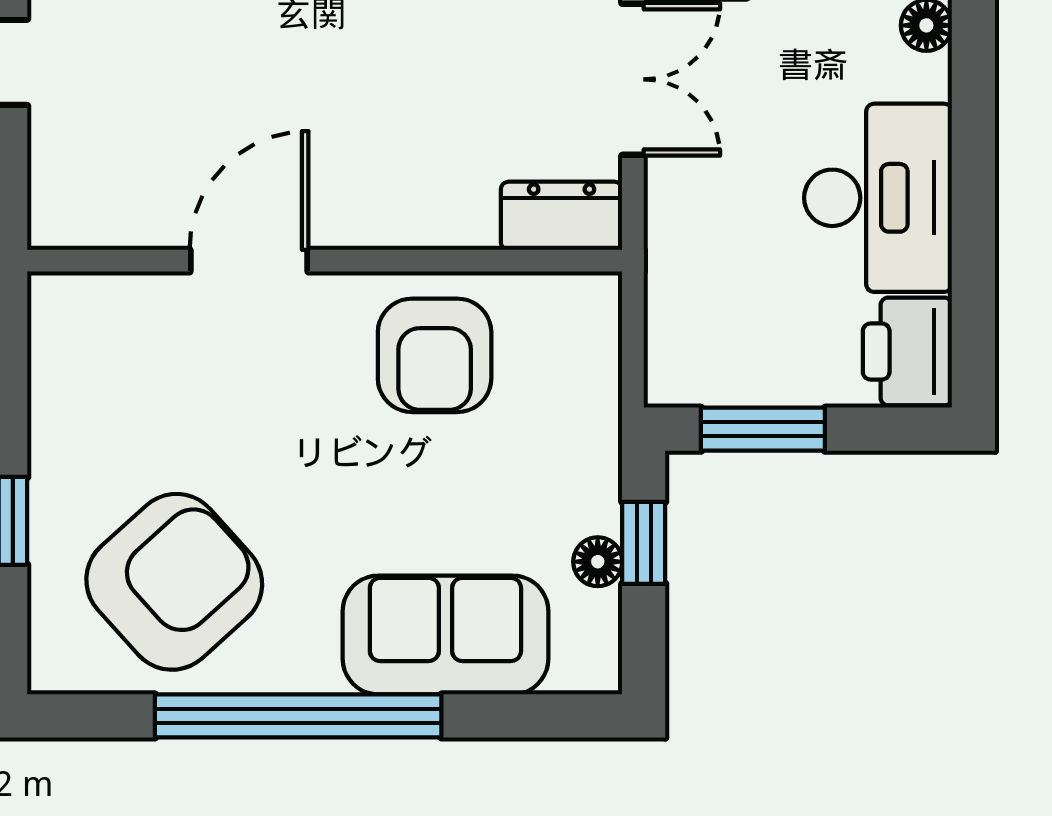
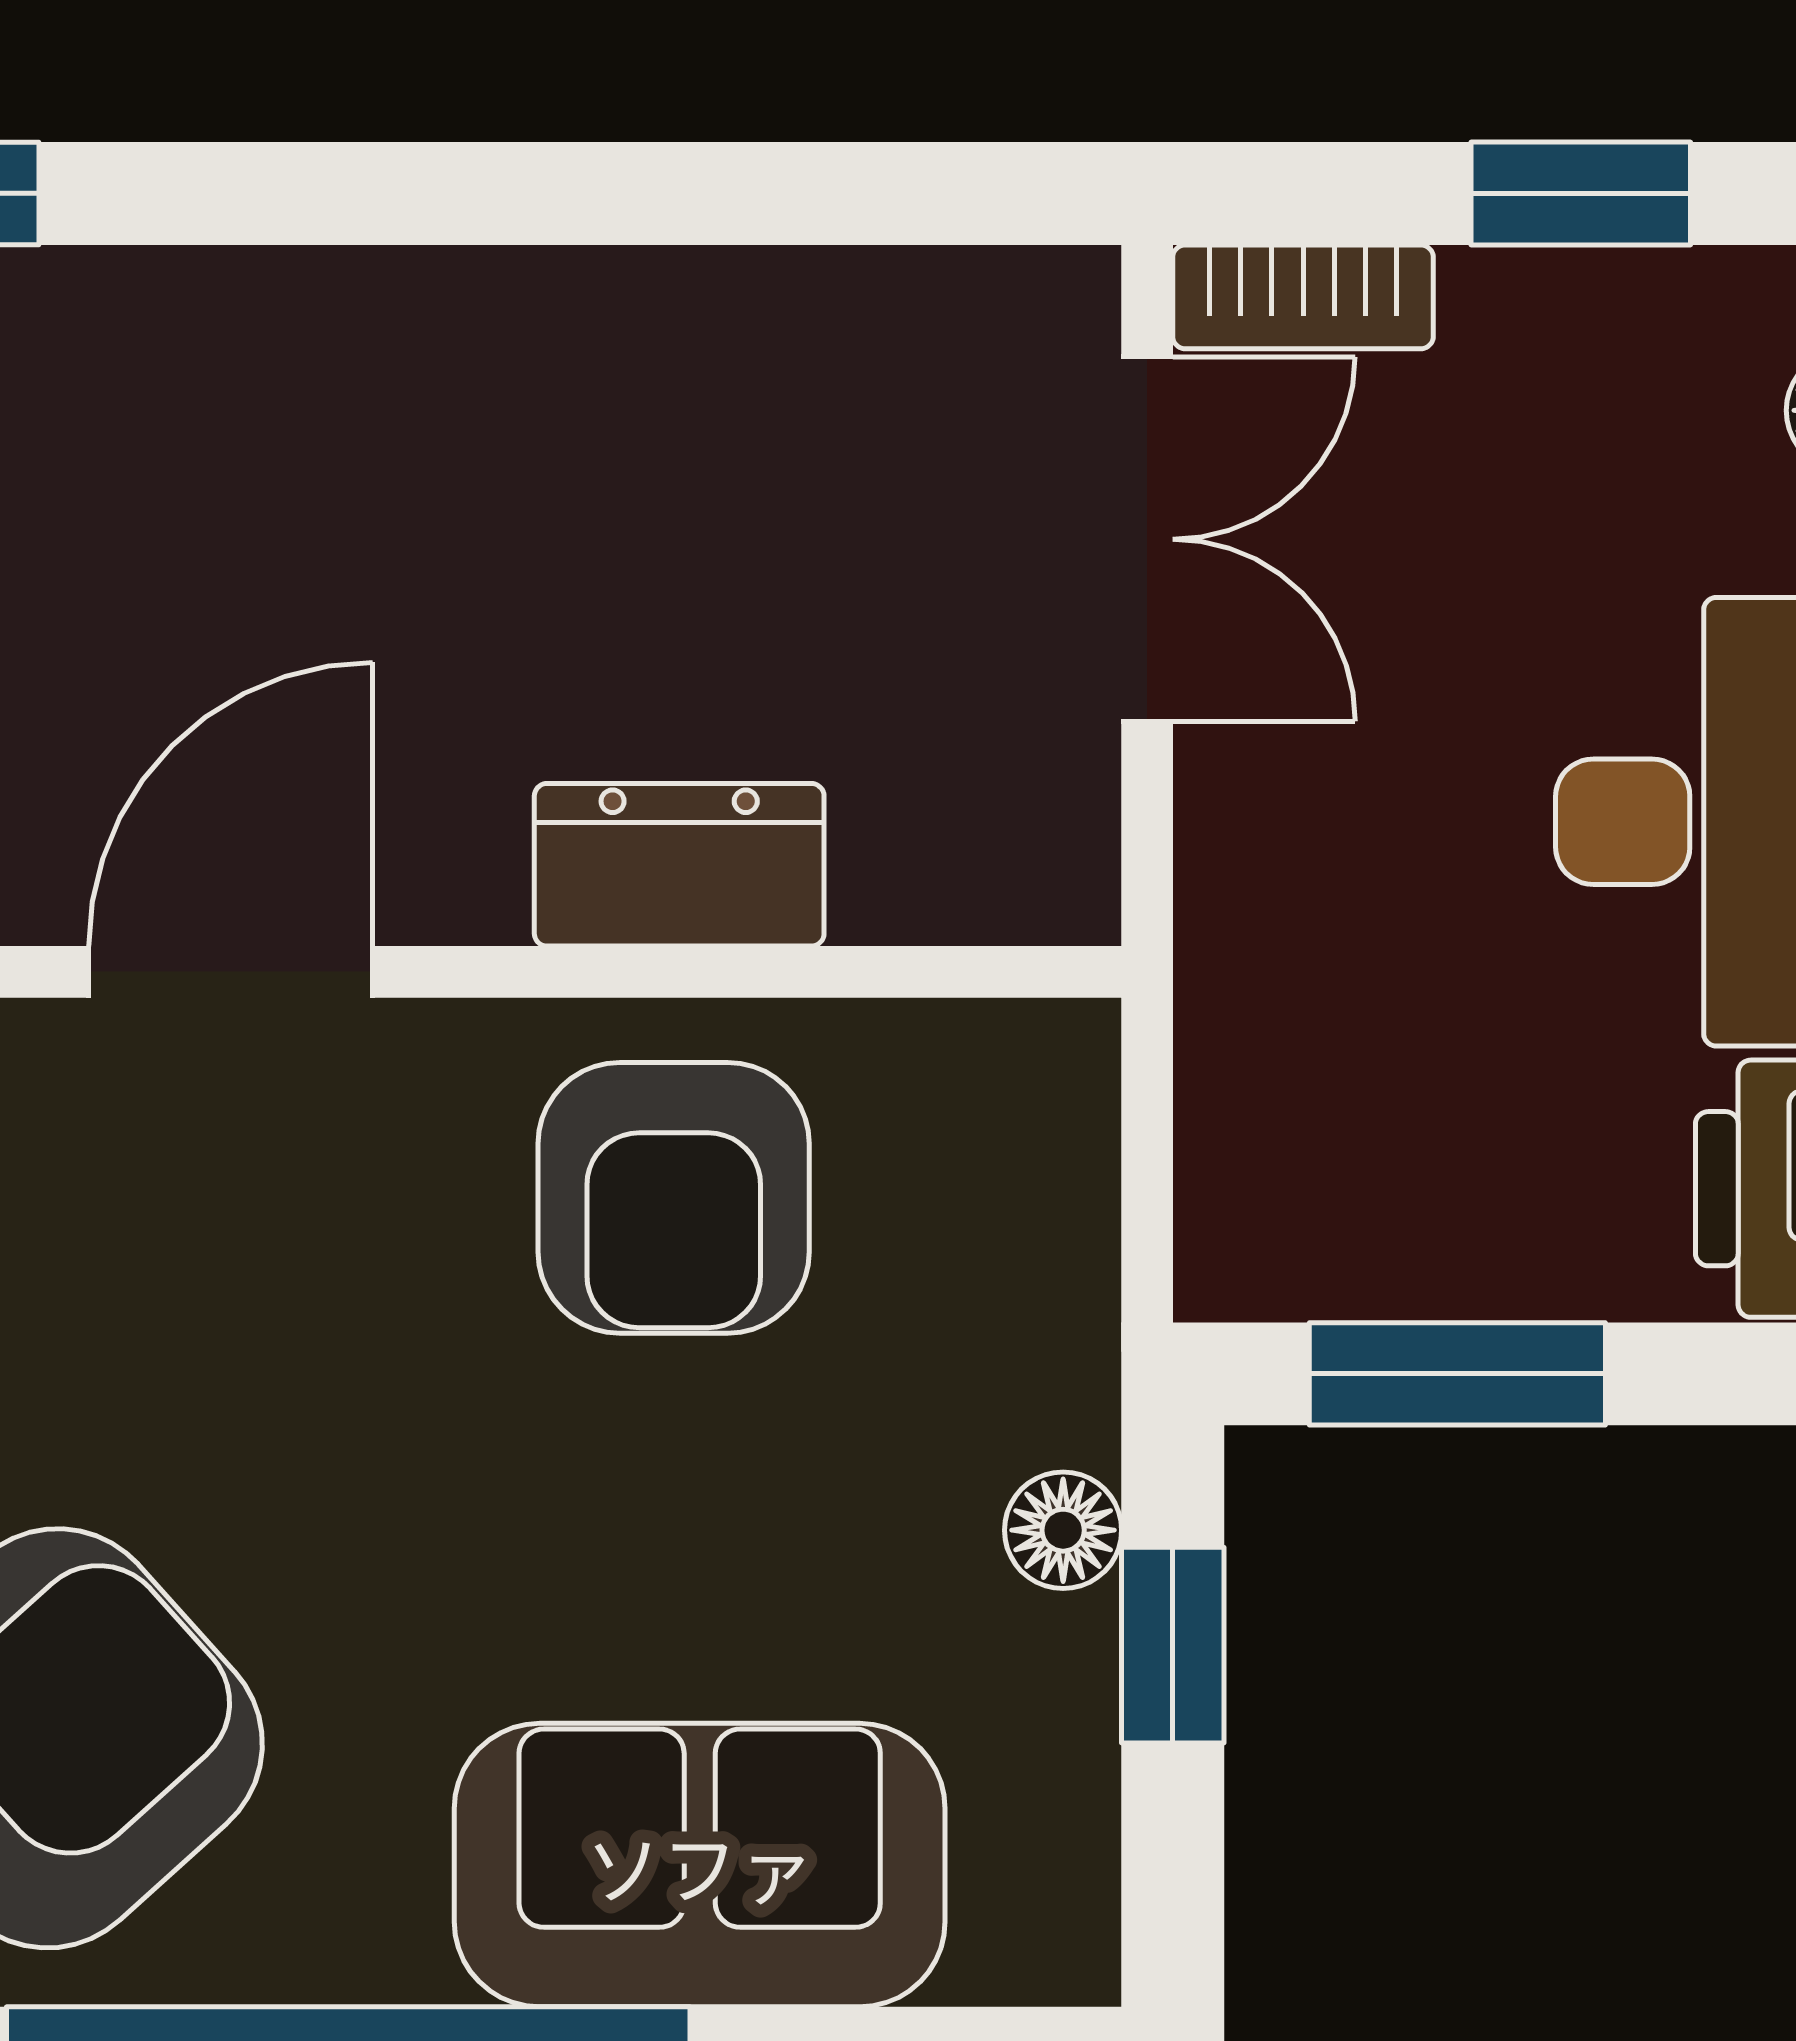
dresser: (562, 216) -> (679, 865), moved
floor lamp: (598, 562) -> (1063, 1530), moved

